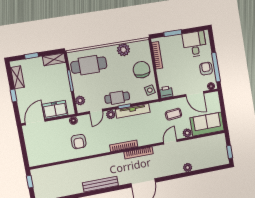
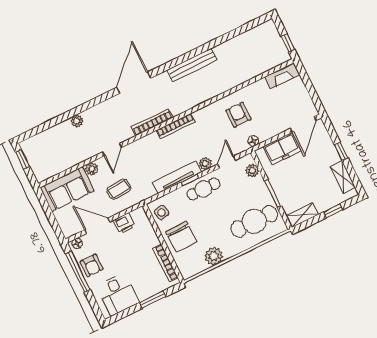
printer: (166, 92) -> (124, 223), moved
fireplace: (40, 160) -> (282, 76), added

